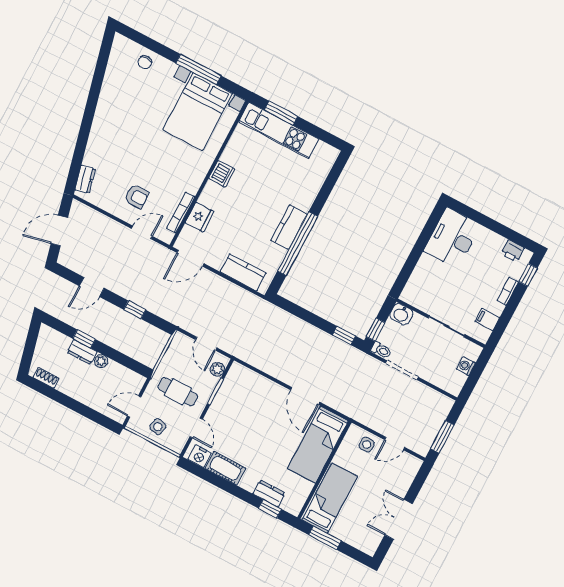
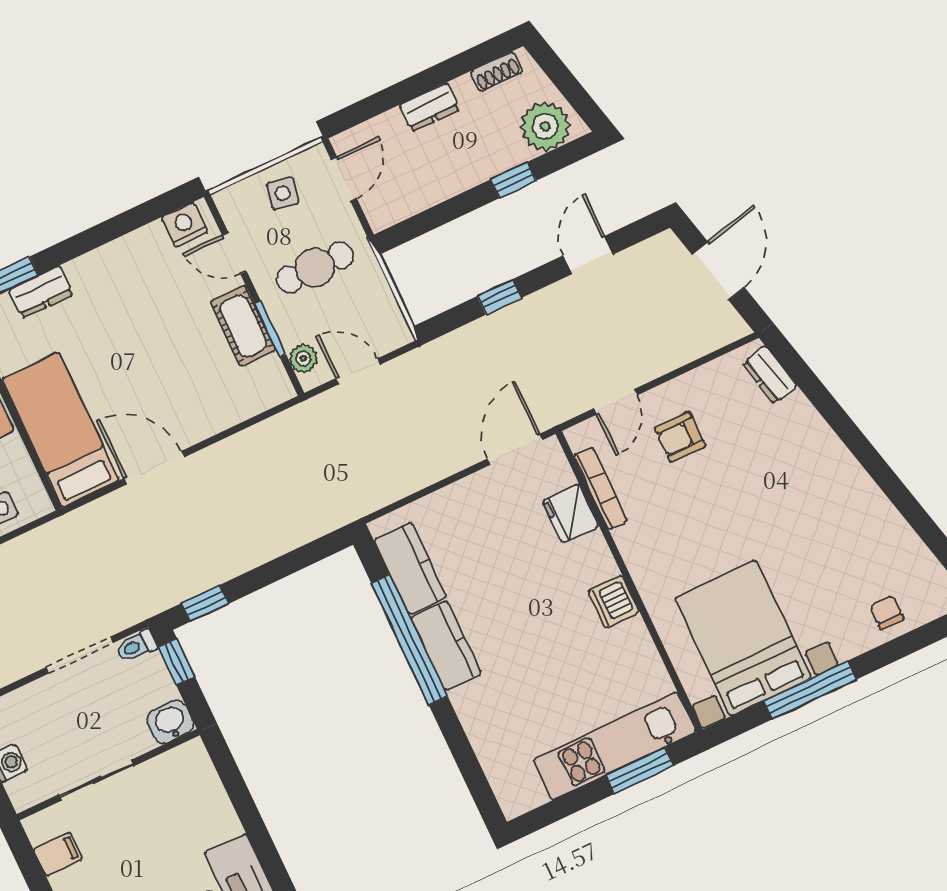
kitchen counter: (243, 272) -> (410, 568), moved, turned -90
dresser: (82, 352) -> (429, 107), moved, turned 180
plant: (101, 361) -> (545, 126), moved, width x1.88, depth x1.88
cot: (225, 468) -> (243, 326), moved, turned 90

